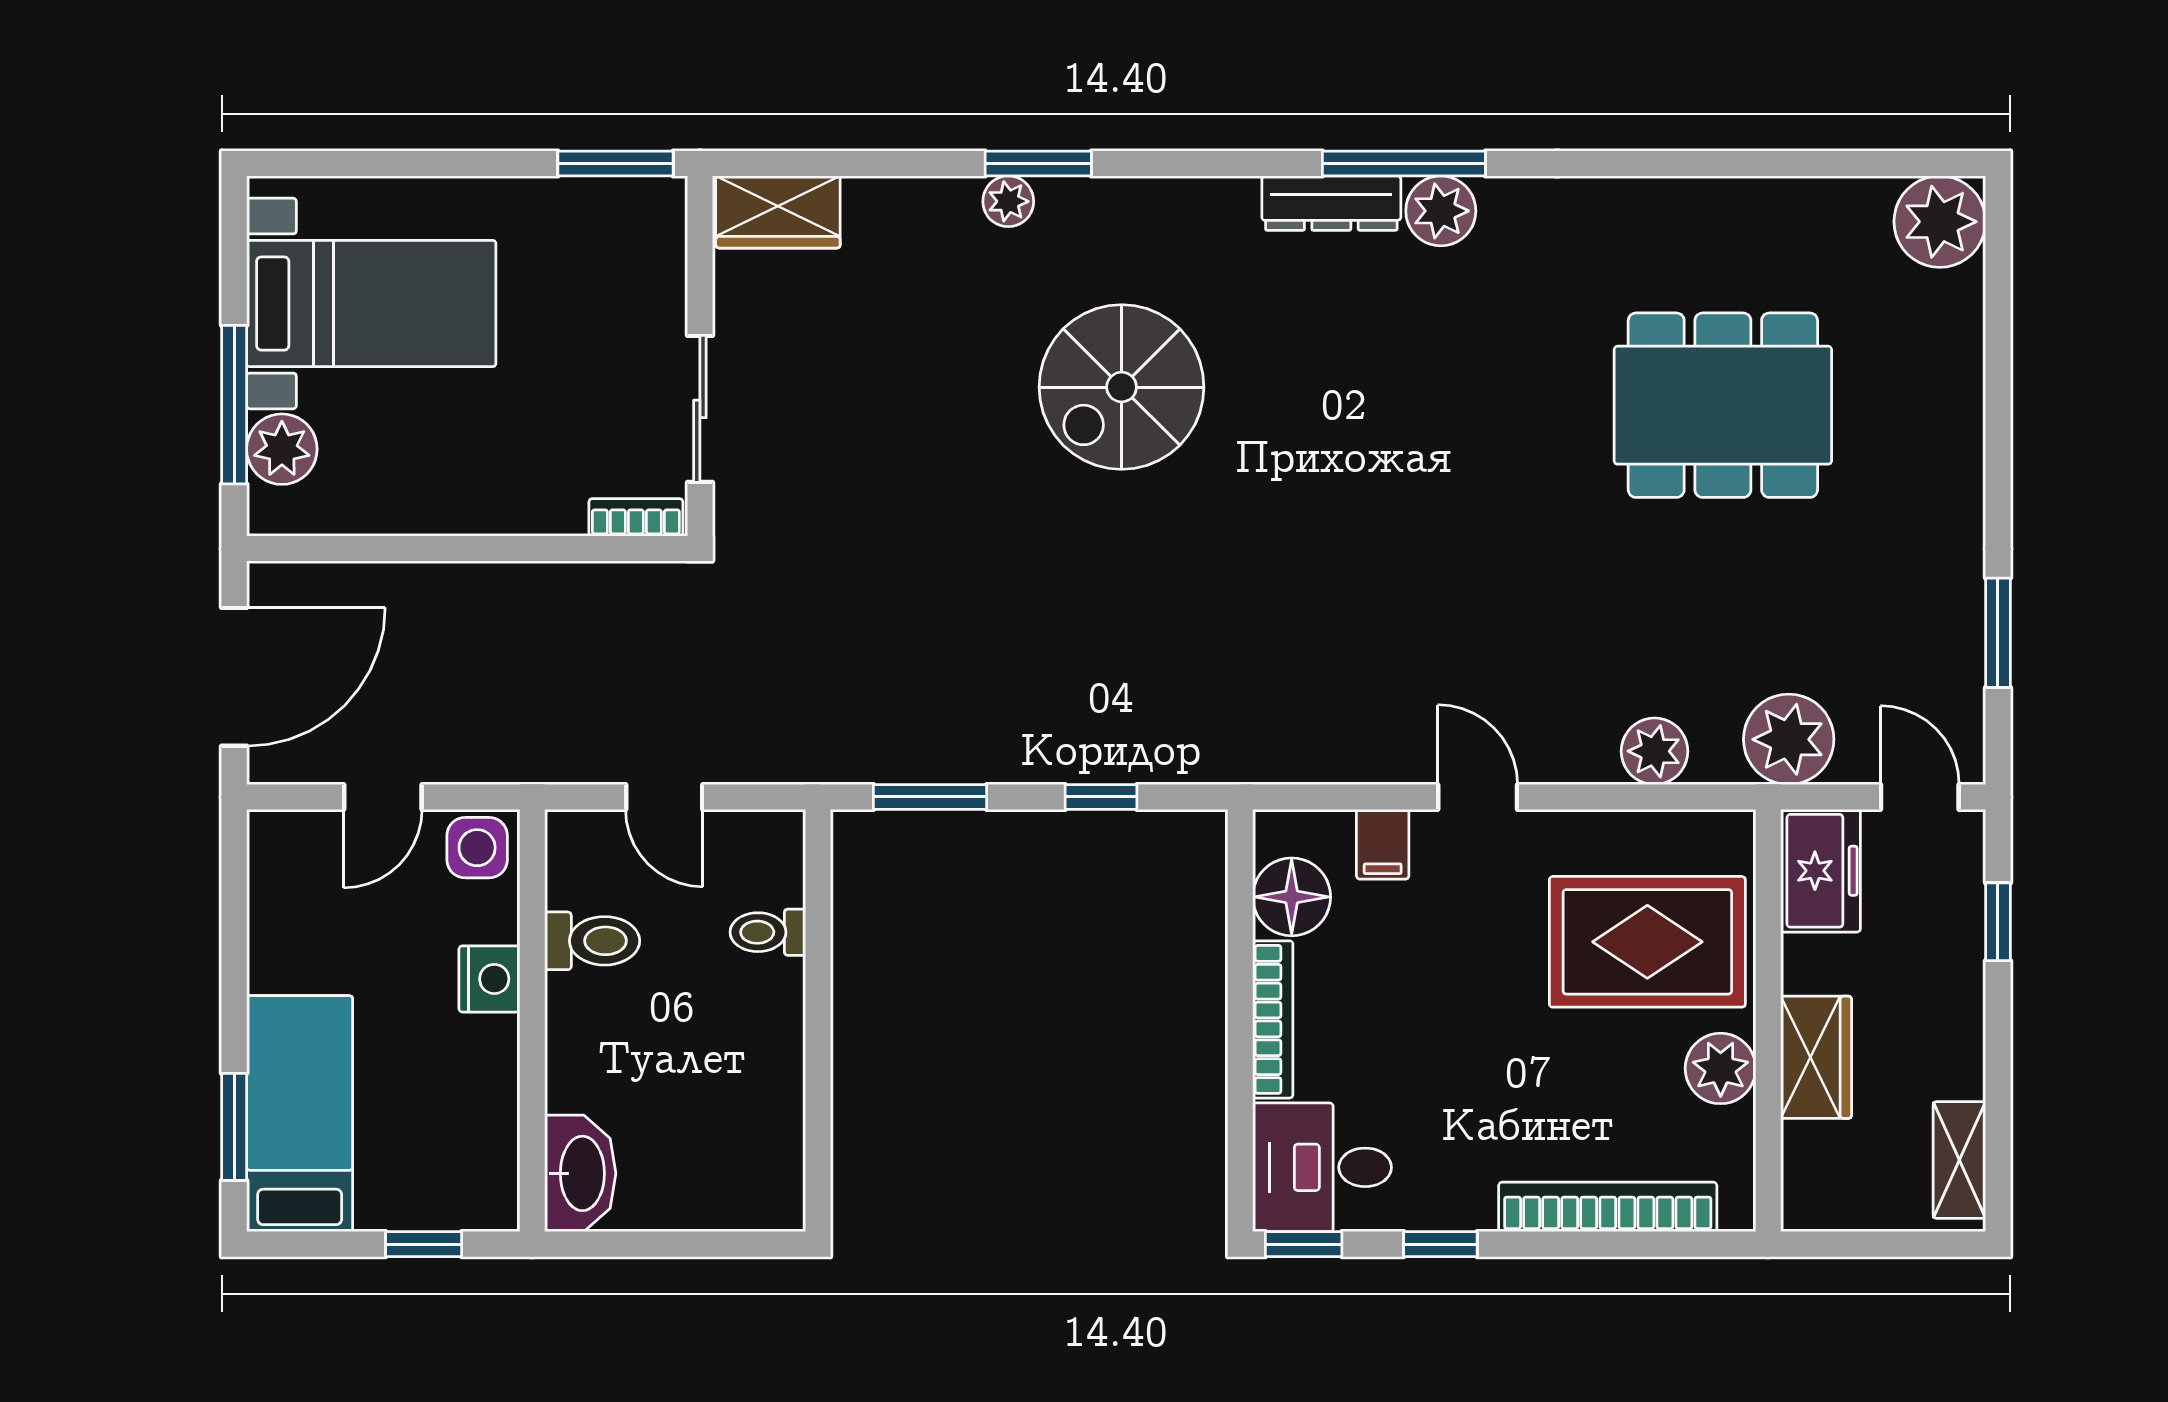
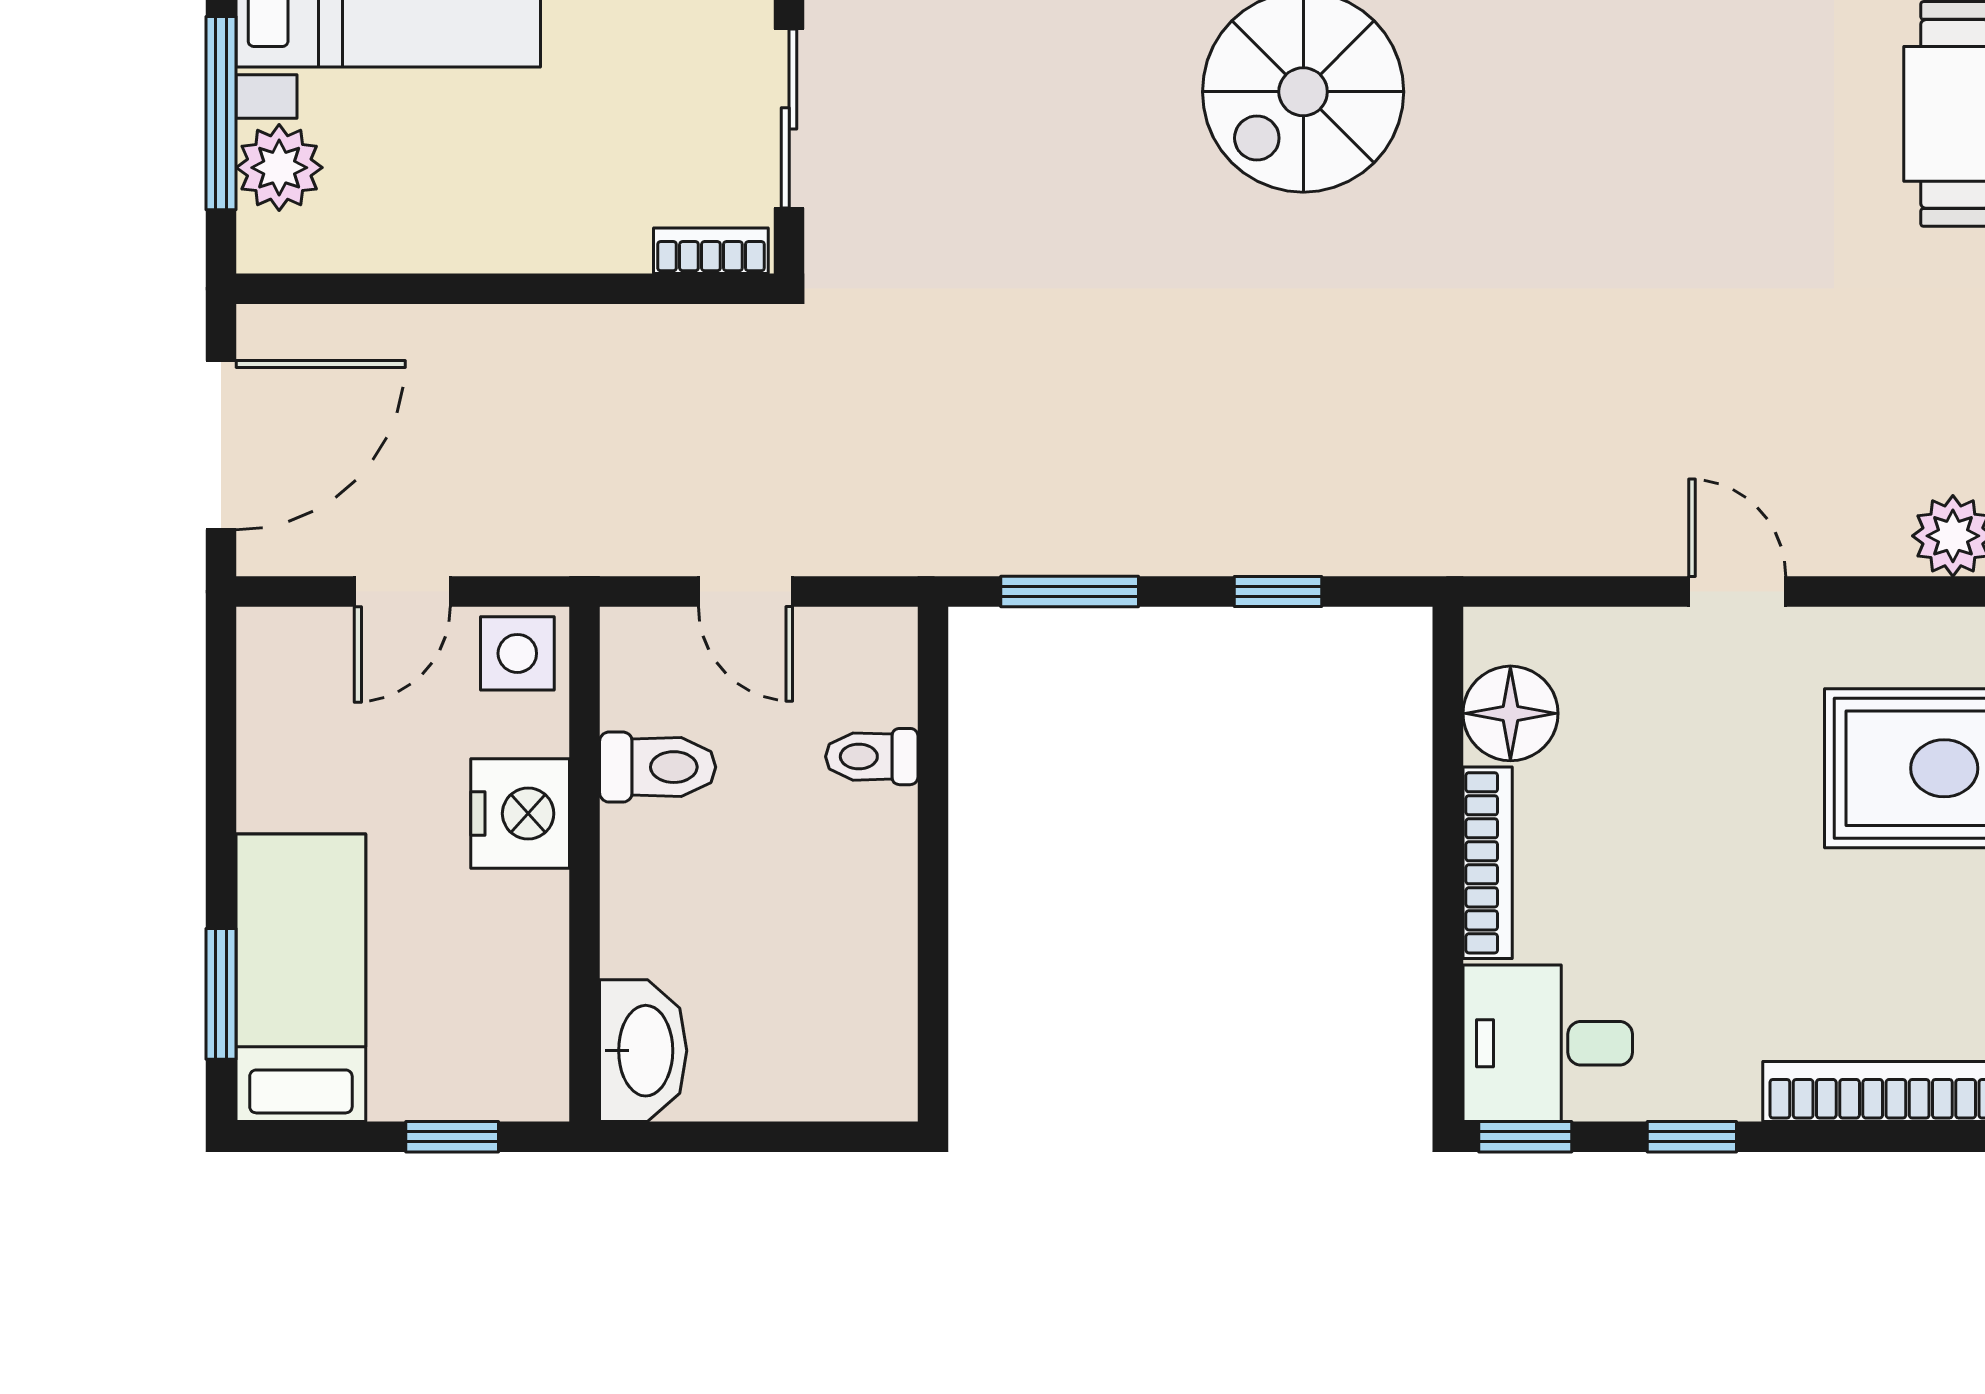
filing cabinet: (1383, 844) -> (1622, 649), removed
nightstand: (489, 979) -> (520, 814), width x1.36, depth x1.33

